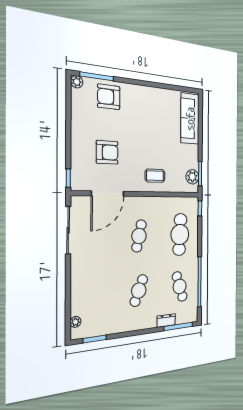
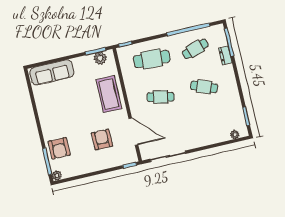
coffee table: (155, 176) -> (109, 94), width x1.86, depth x1.72

